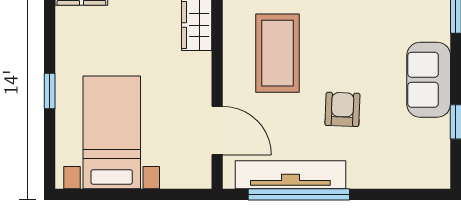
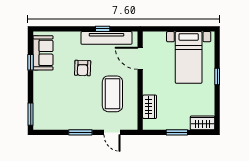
sofa: (429, 80) -> (43, 53), moved
window: (299, 194) -> (103, 29), width x0.32

